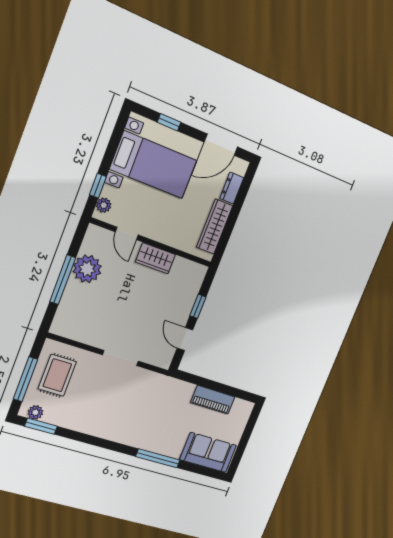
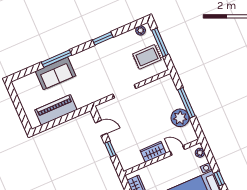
window: (98, 186) -> (219, 178), moved
rug: (57, 375) -> (147, 57), turned 90
piano: (213, 400) -> (56, 110), width x1.37, depth x1.33
window: (41, 426) -> (103, 38), moved
sofa: (208, 453) -> (55, 73), moved

